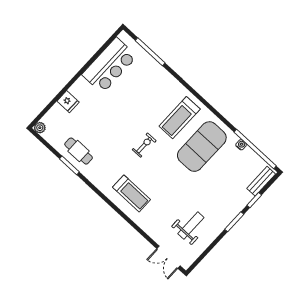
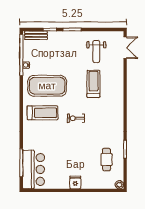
bar counter: (109, 65) -> (34, 169), moved, turned 90
fridge: (68, 102) -> (75, 182), moved
cafe table: (79, 151) -> (107, 160), moved
treadmill: (132, 193) -> (93, 84), moved
weight bench: (191, 226) -> (96, 51), turned -90

